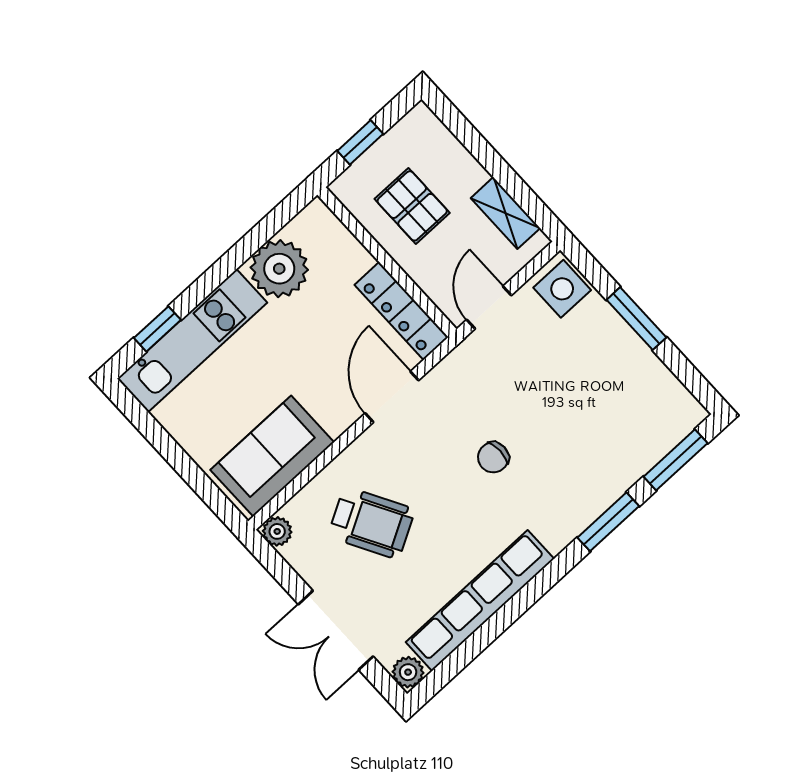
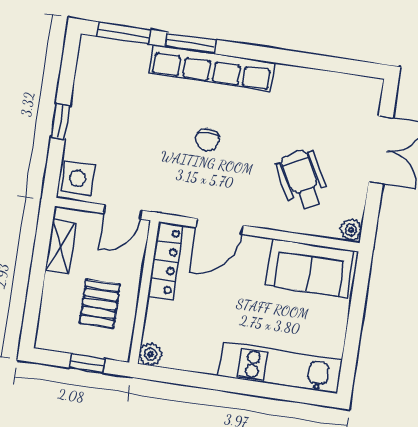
plant: (279, 269) -> (150, 354), moved, width x0.53, depth x0.53
window: (636, 319) -> (60, 122), width x0.67
window: (157, 329) -> (290, 394), removed
chair: (493, 457) -> (207, 140), turned 90
row of seats: (480, 601) -> (212, 68), moved
plant: (408, 672) -> (371, 89), removed

